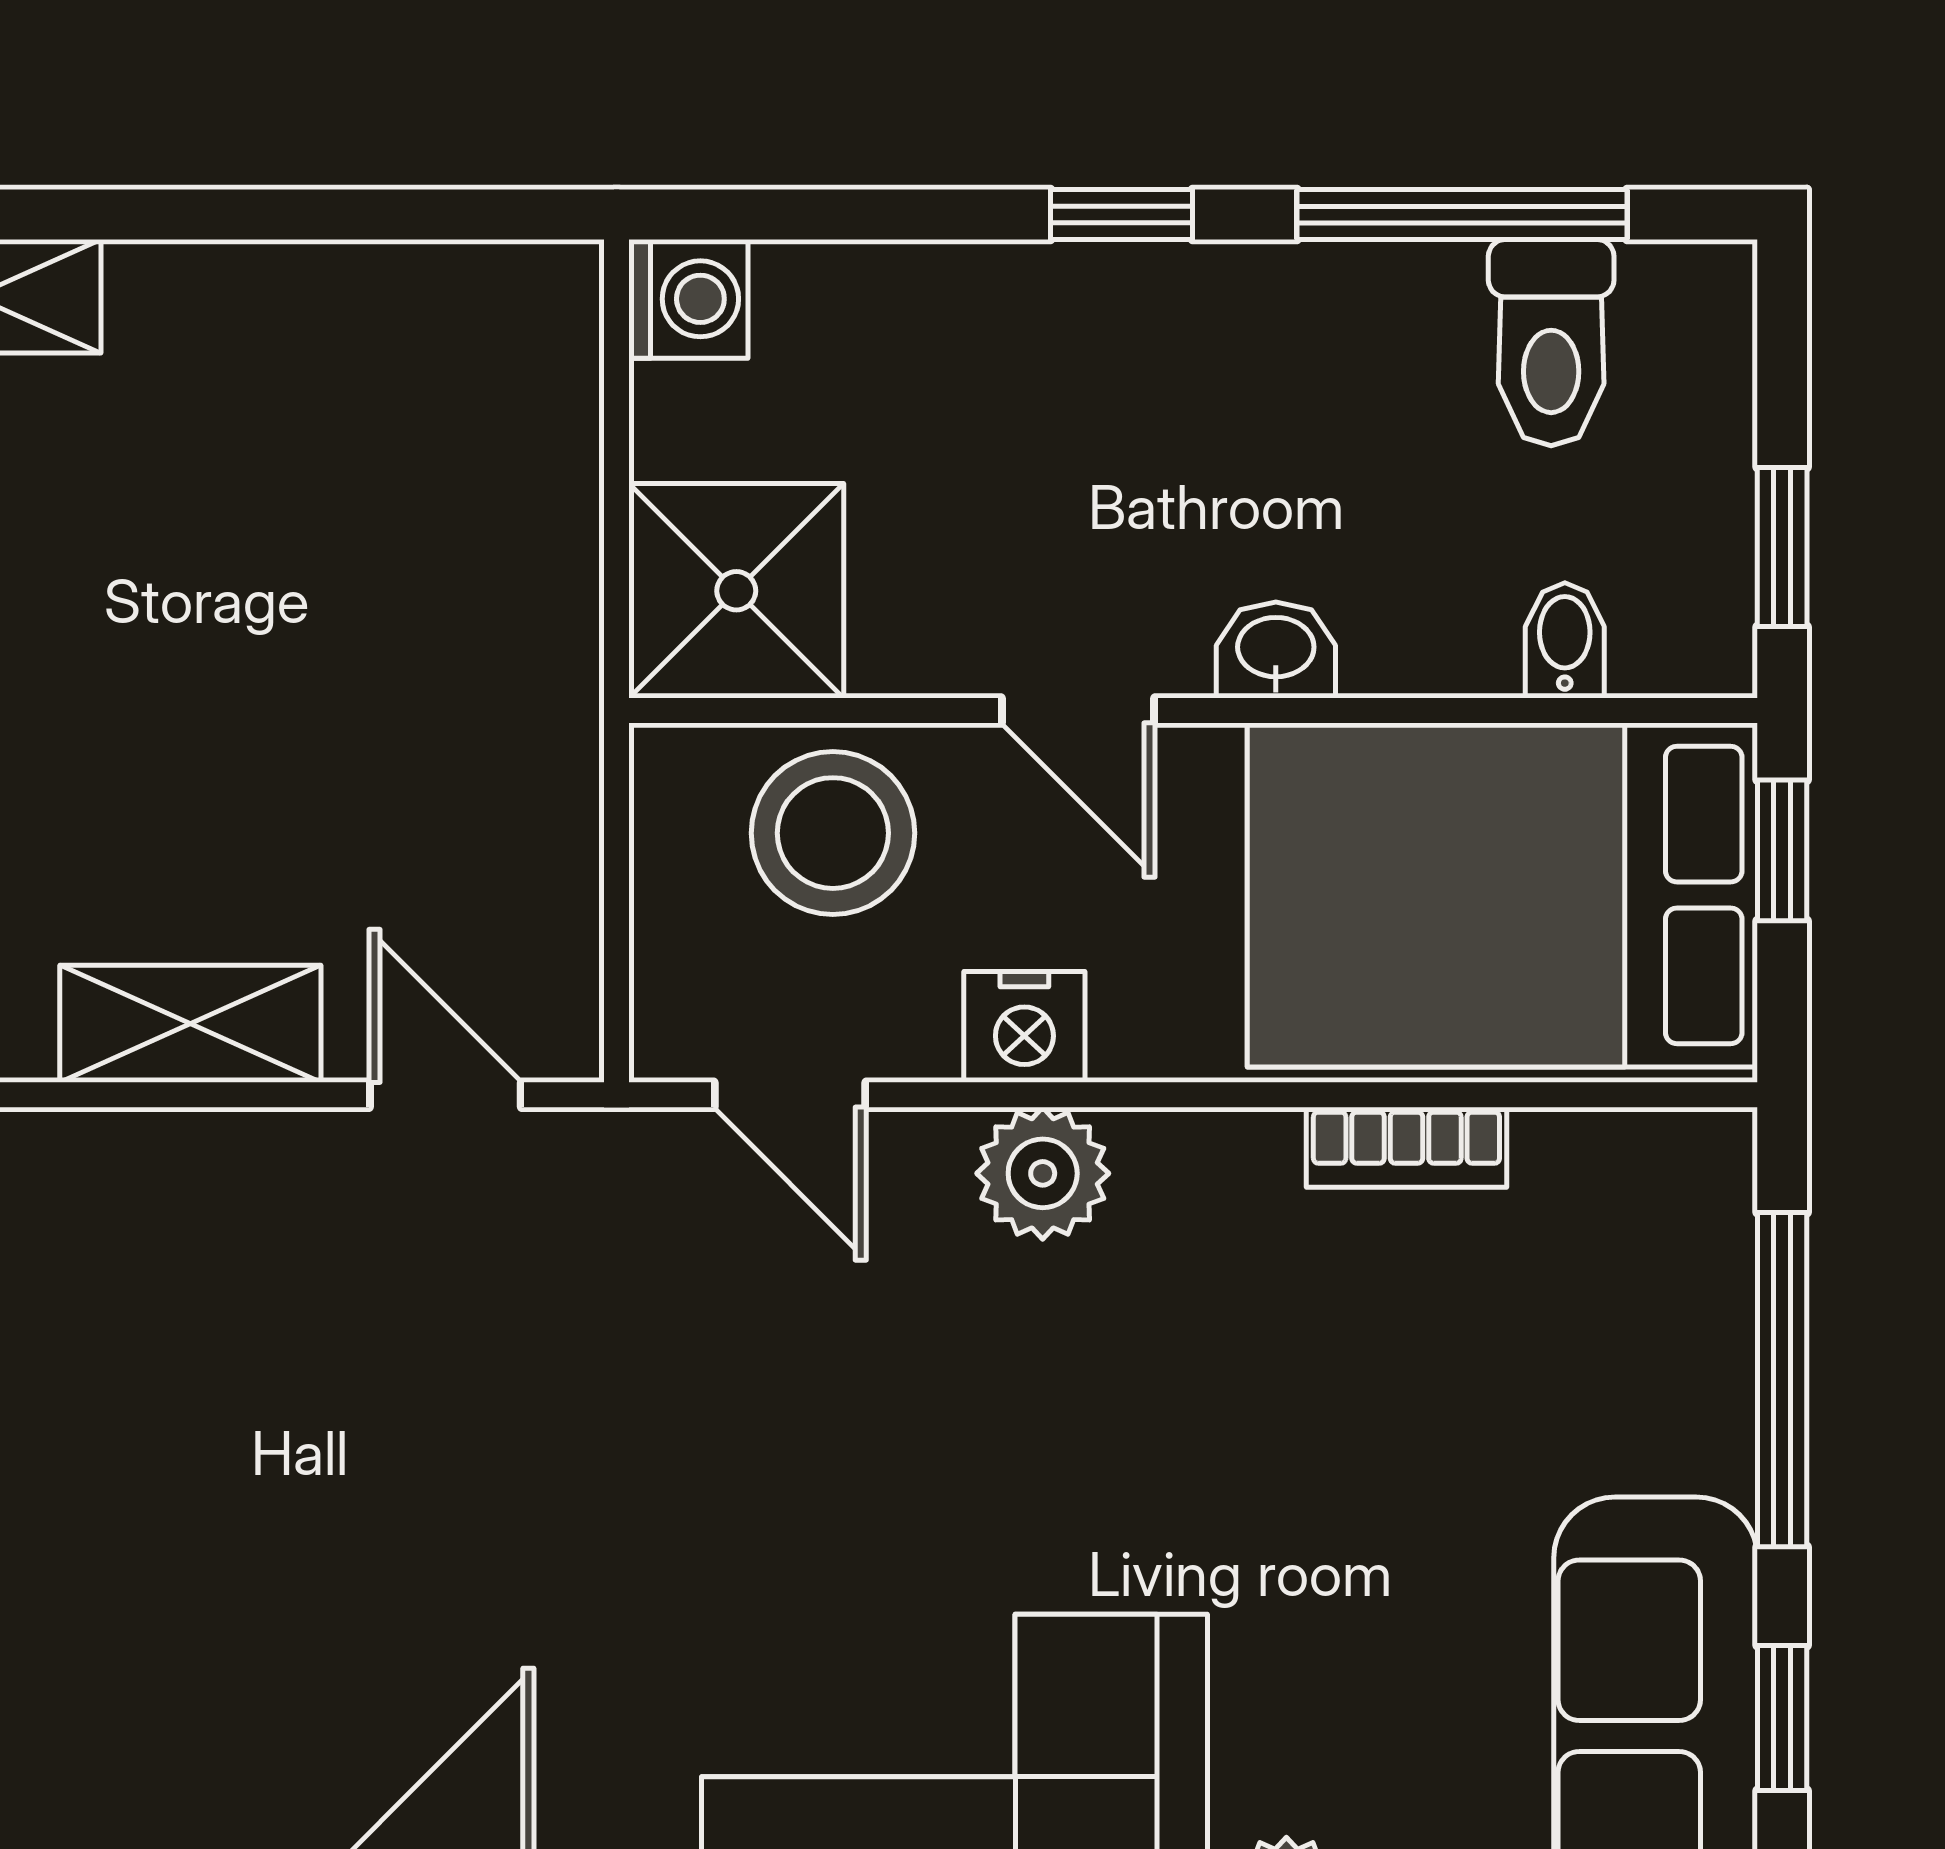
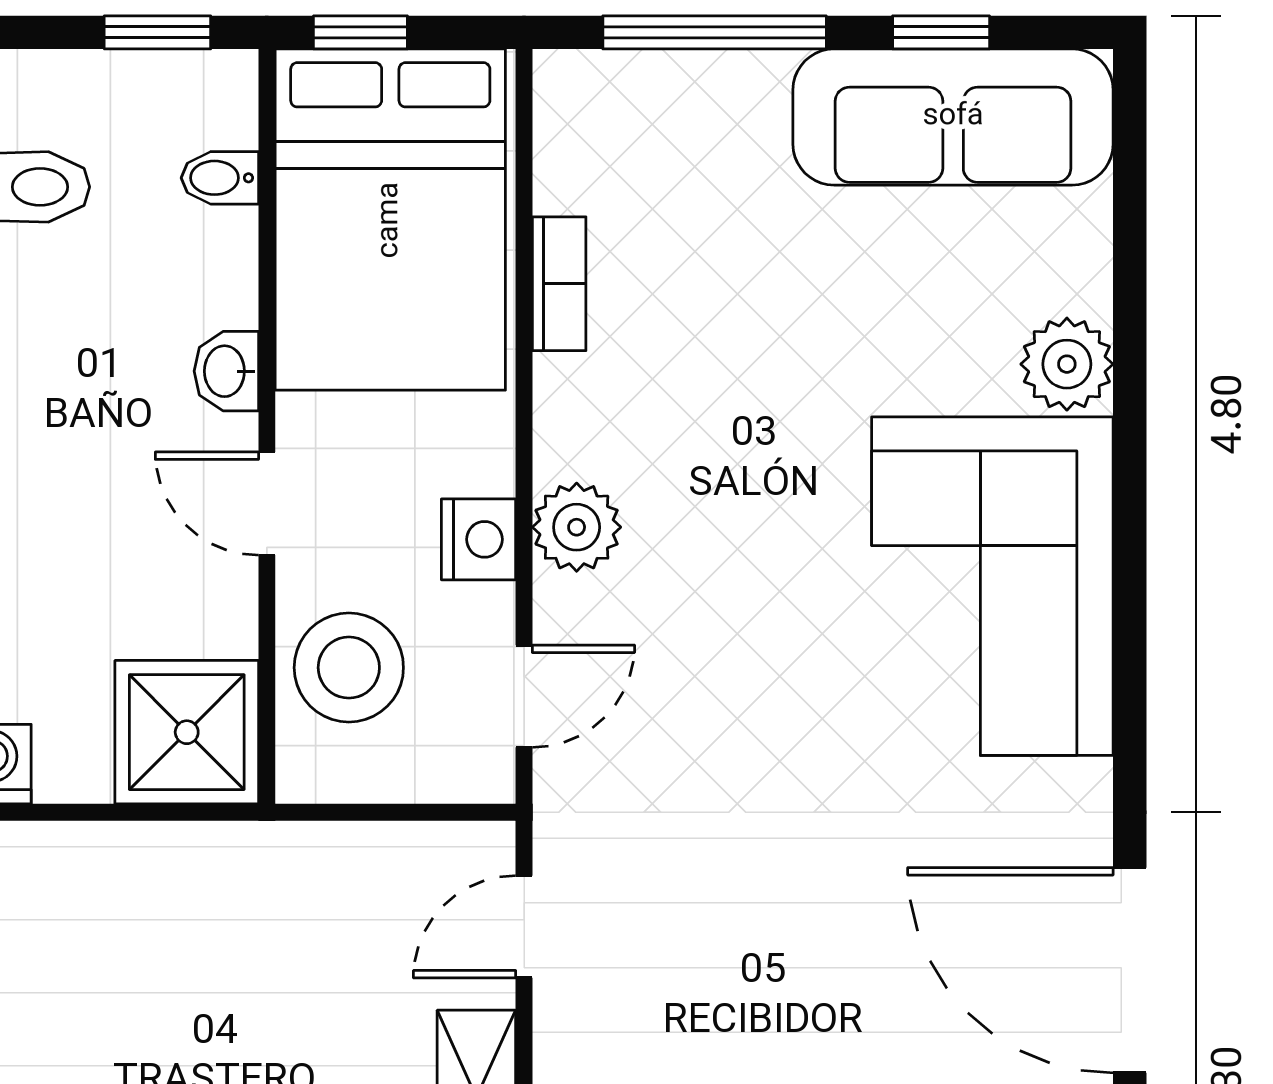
door: (1078, 710) -> (267, 504), swing flipped

